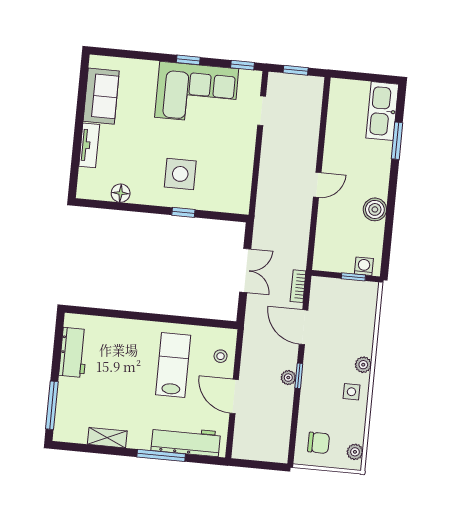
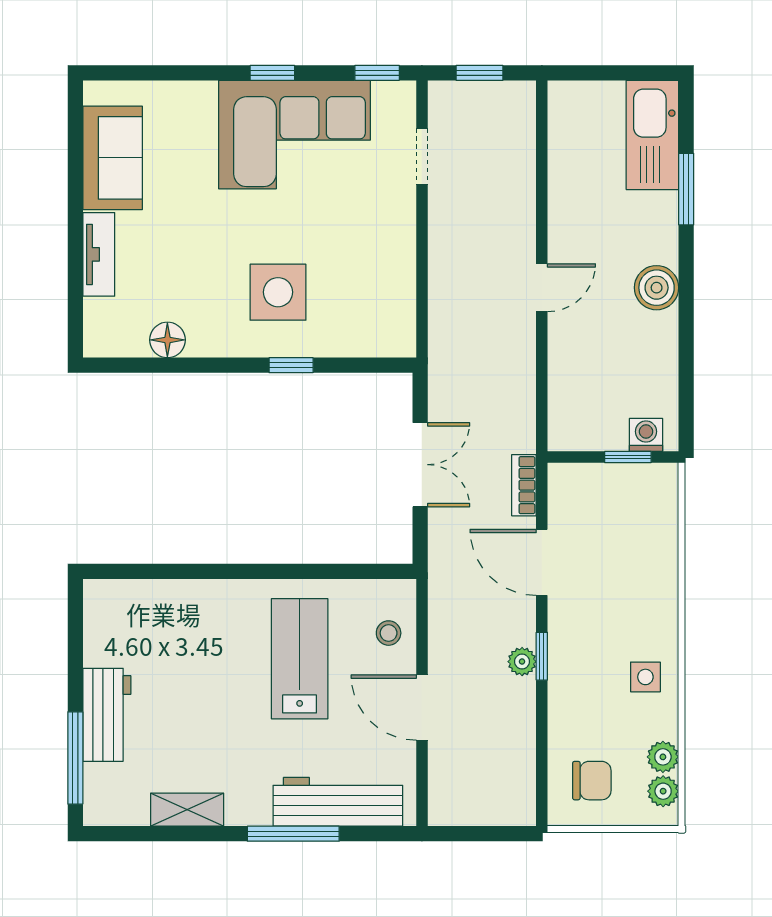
boiler: (375, 209) -> (657, 288), moved
workbench: (73, 352) -> (107, 715), moved
plant: (363, 365) -> (663, 757), moved

